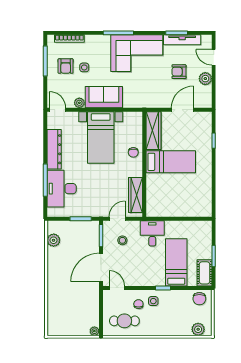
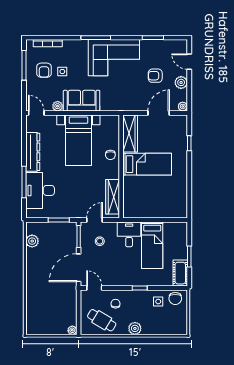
tv unit: (182, 40) -> (158, 44), removed
plant: (207, 103) -> (183, 106), added
bed: (176, 262) -> (152, 245), moved, turned 180
side table: (153, 301) -> (158, 302), moved
cafe table: (124, 321) -> (102, 320), turned 31
plant: (198, 329) -> (135, 328), moved

